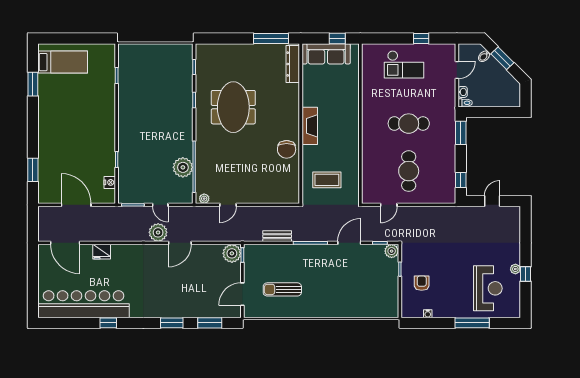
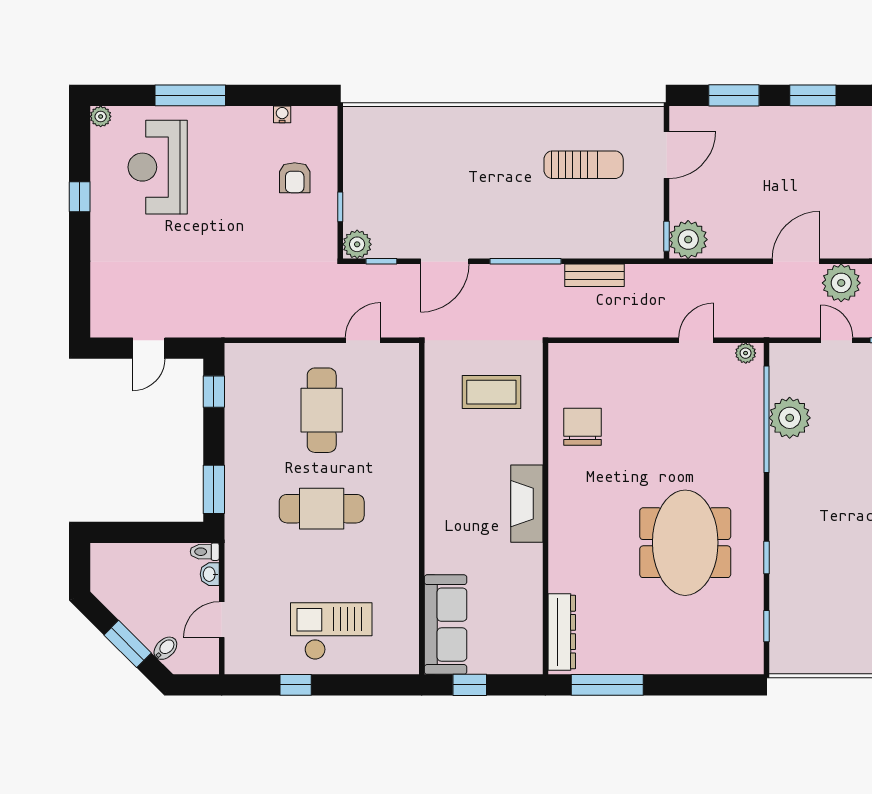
sofa: (326, 54) -> (446, 625), moved, turned 90
chair: (287, 149) -> (583, 427), moved
plant: (515, 269) -> (101, 116), moved

